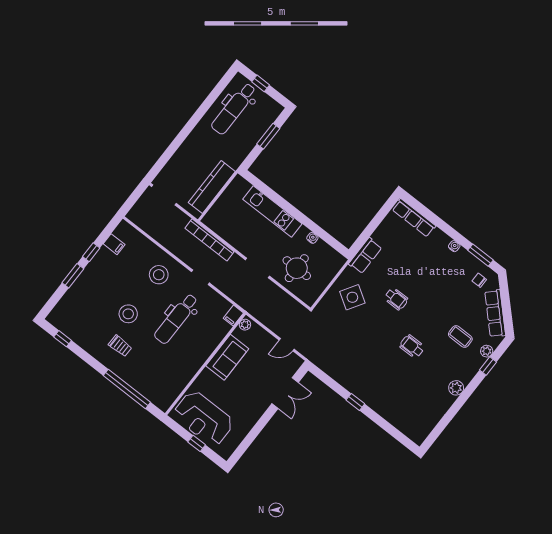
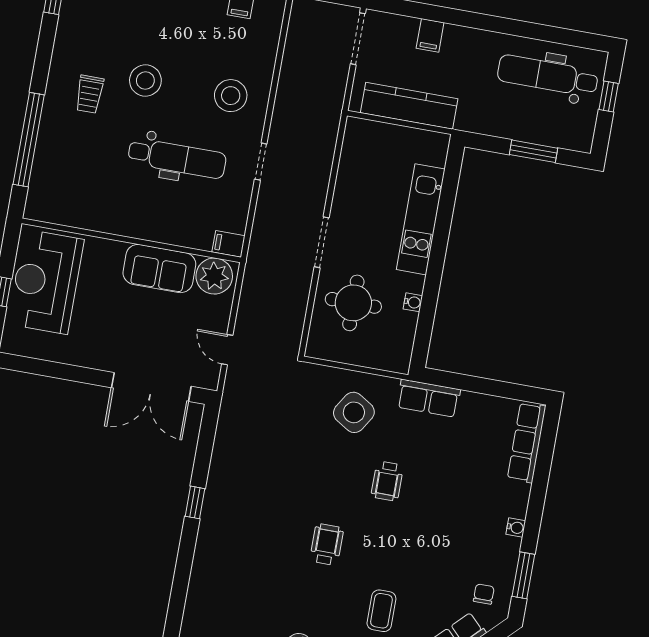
filing cabinet: (182, 157) -> (430, 35), added
bookcase: (209, 240) -> (326, 145), removed
dental chair: (176, 319) -> (177, 158), turned 180
plant: (245, 325) -> (214, 276), width x1.88, depth x1.88
double door: (285, 393) -> (151, 387), width x1.37

